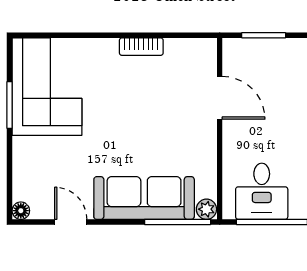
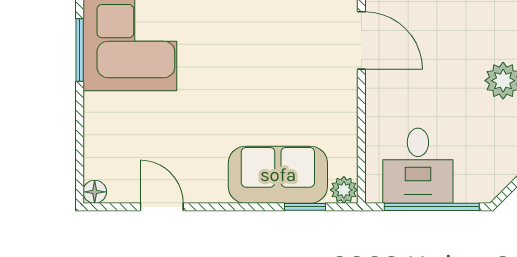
sofa: (144, 198) -> (278, 175), width x0.73
window: (178, 222) -> (305, 207), width x0.46

